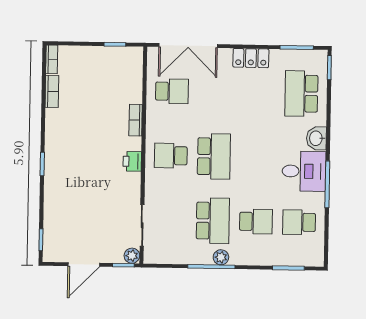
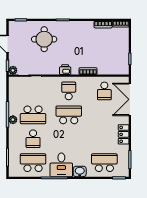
school desk: (214, 156) -> (69, 115), turned 180
round table: (77, 198) -> (44, 39), added
school desk: (299, 222) -> (33, 163), width x1.85

